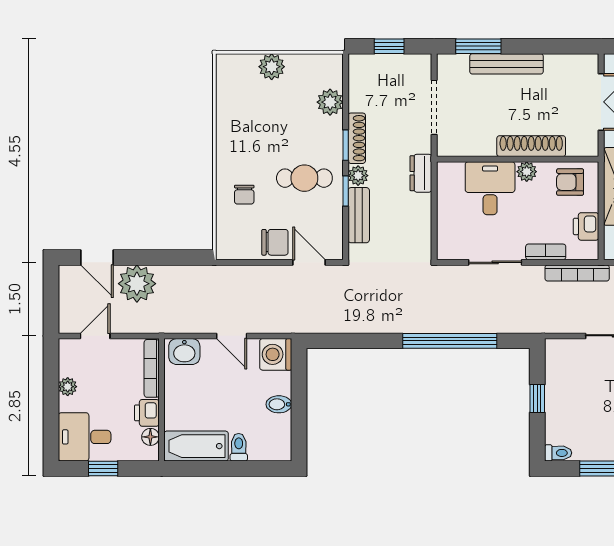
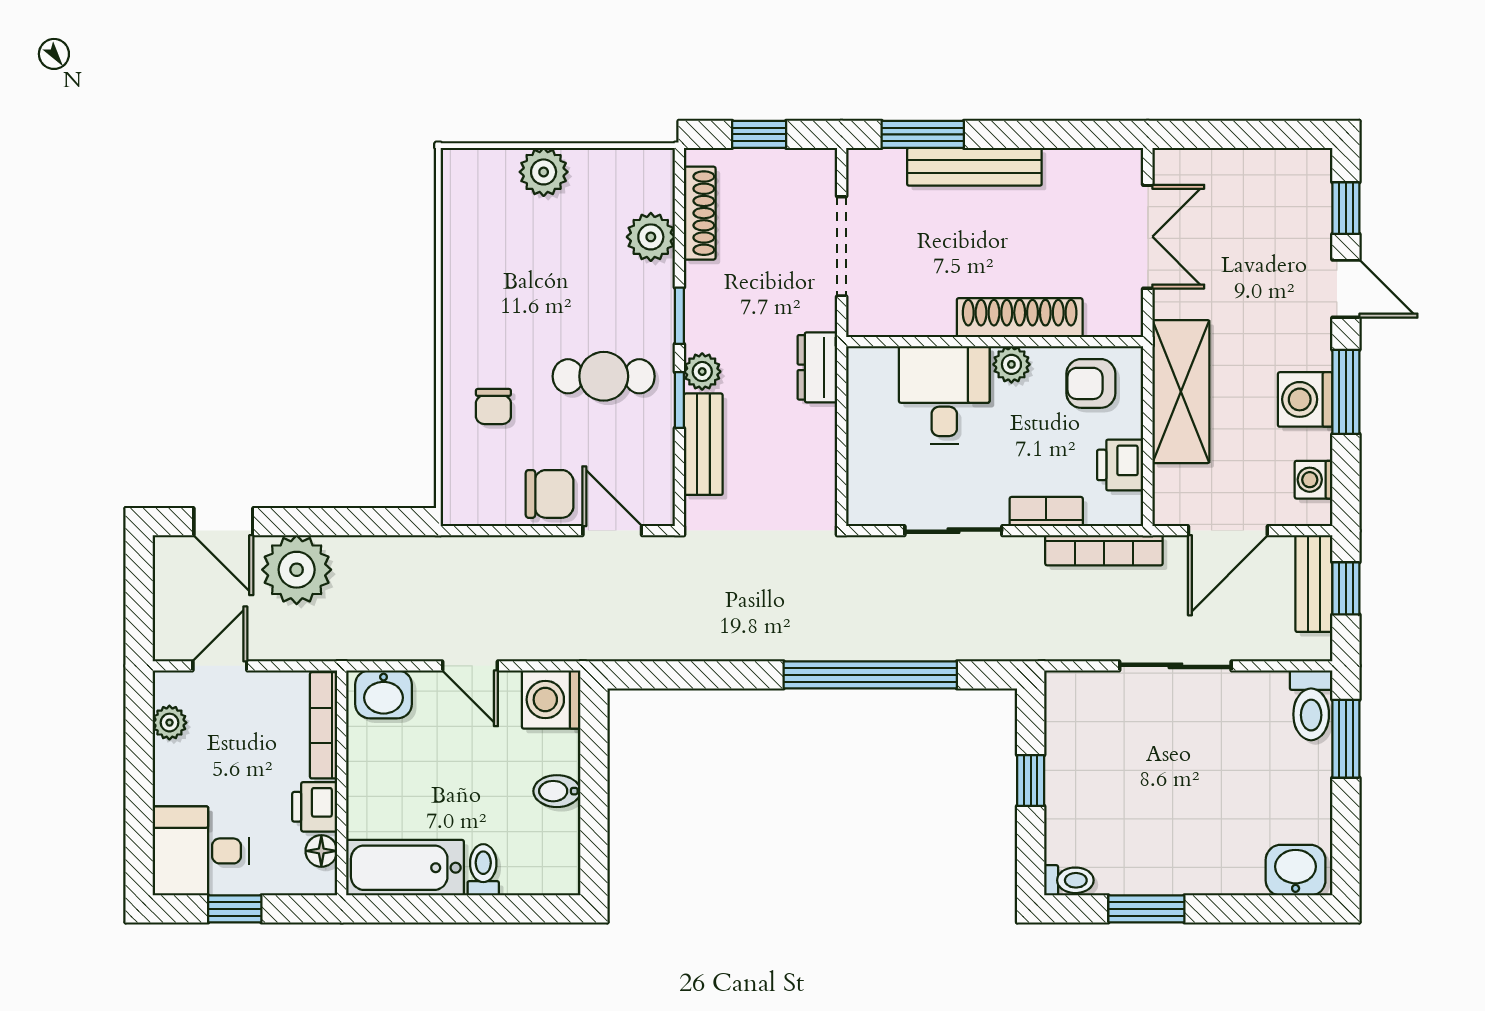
shoe rack: (357, 138) -> (700, 213), moved
plant: (68, 387) -> (169, 723), moved

